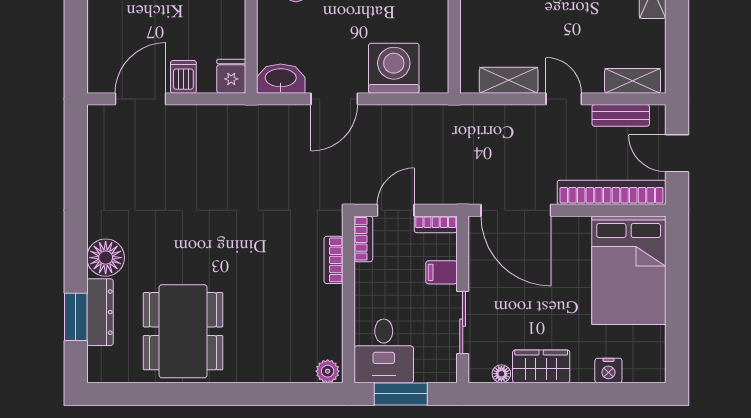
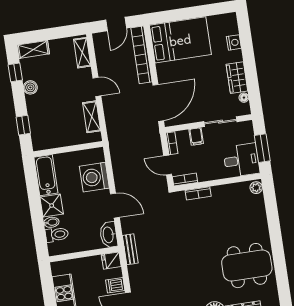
door: (564, 99) -> (97, 87), swing flipped
bench: (621, 115) -> (130, 249), moved

